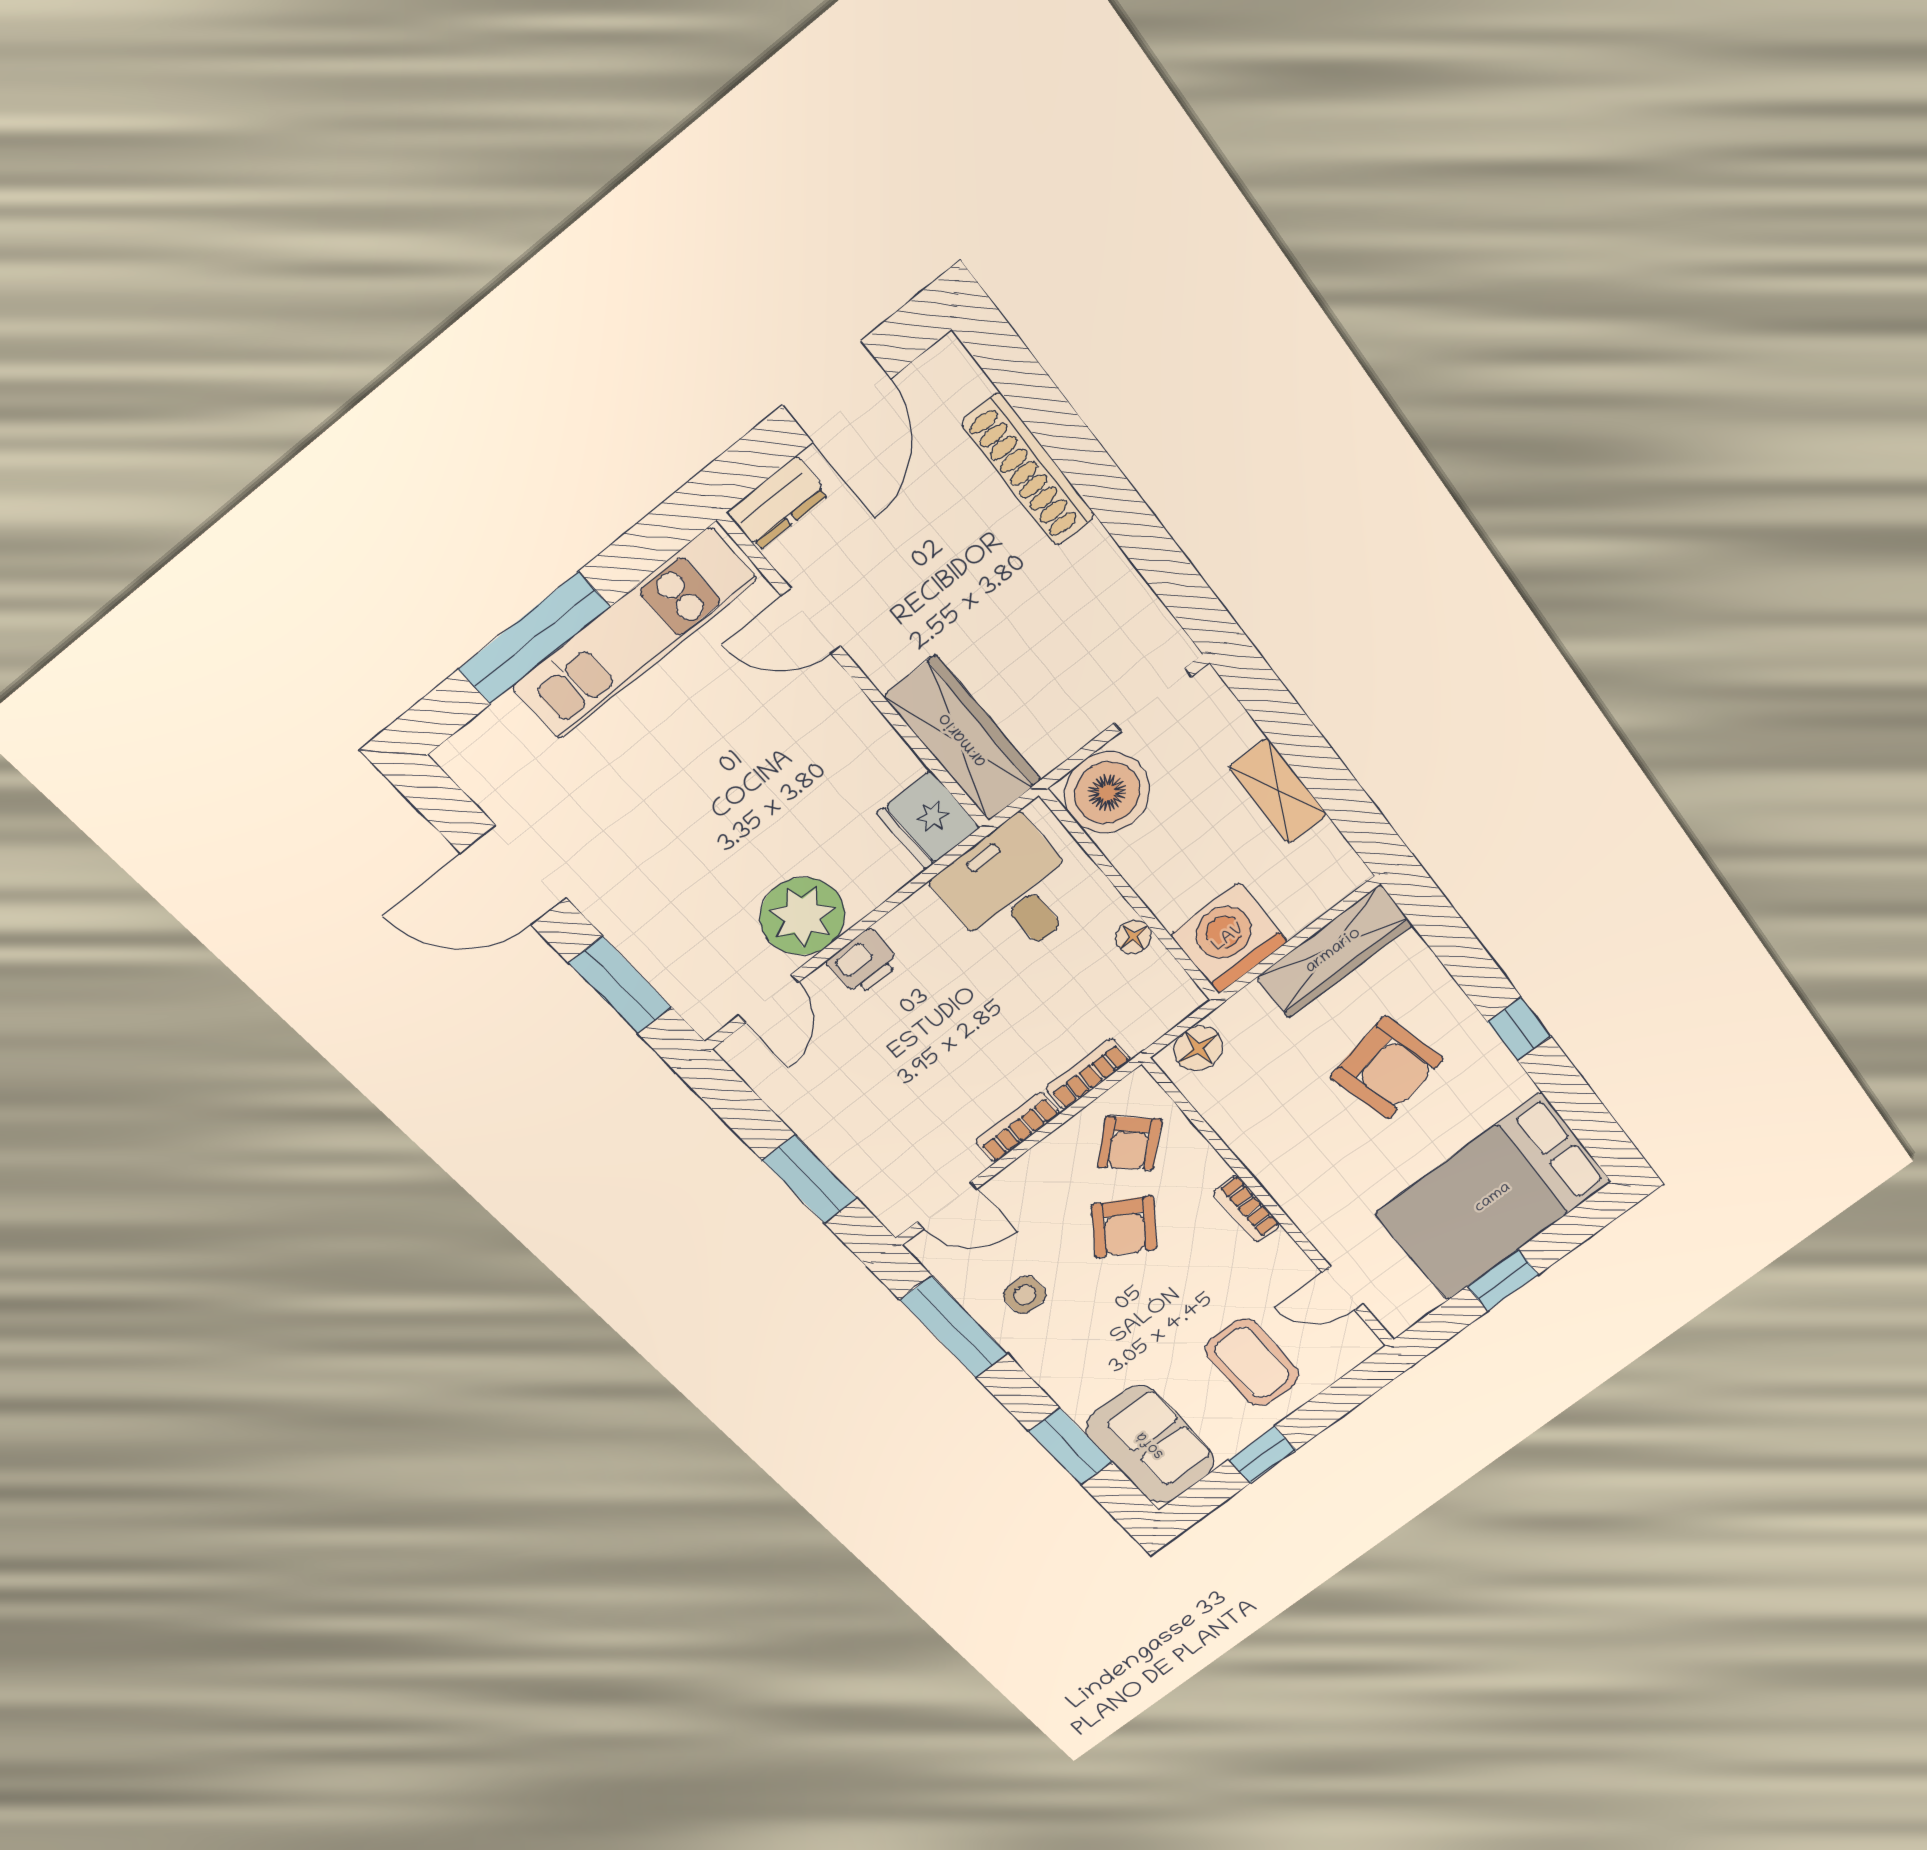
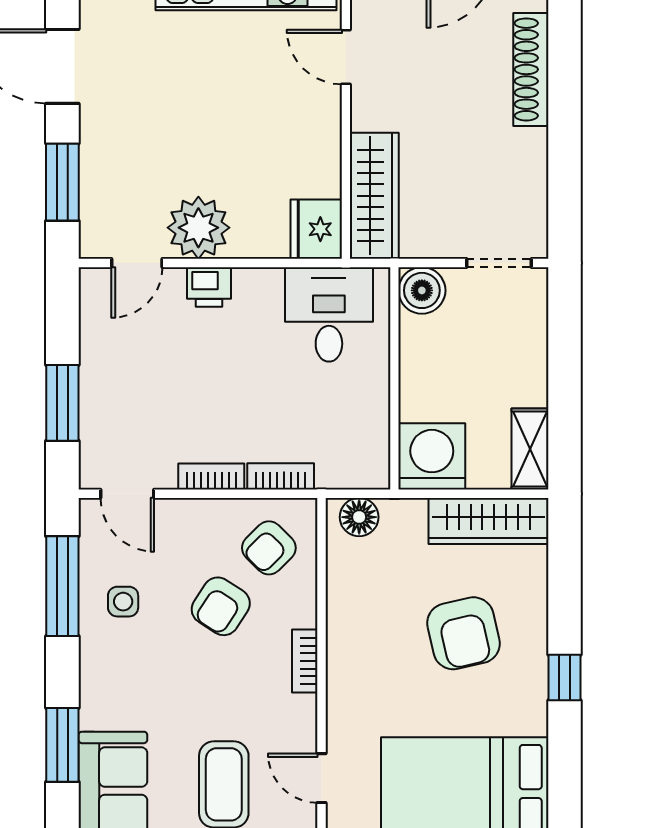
shelving: (1278, 791) -> (530, 449), moved
boiler: (1107, 793) -> (422, 290), width x0.73, depth x0.73
floor lamp: (1134, 937) -> (377, 406), removed

